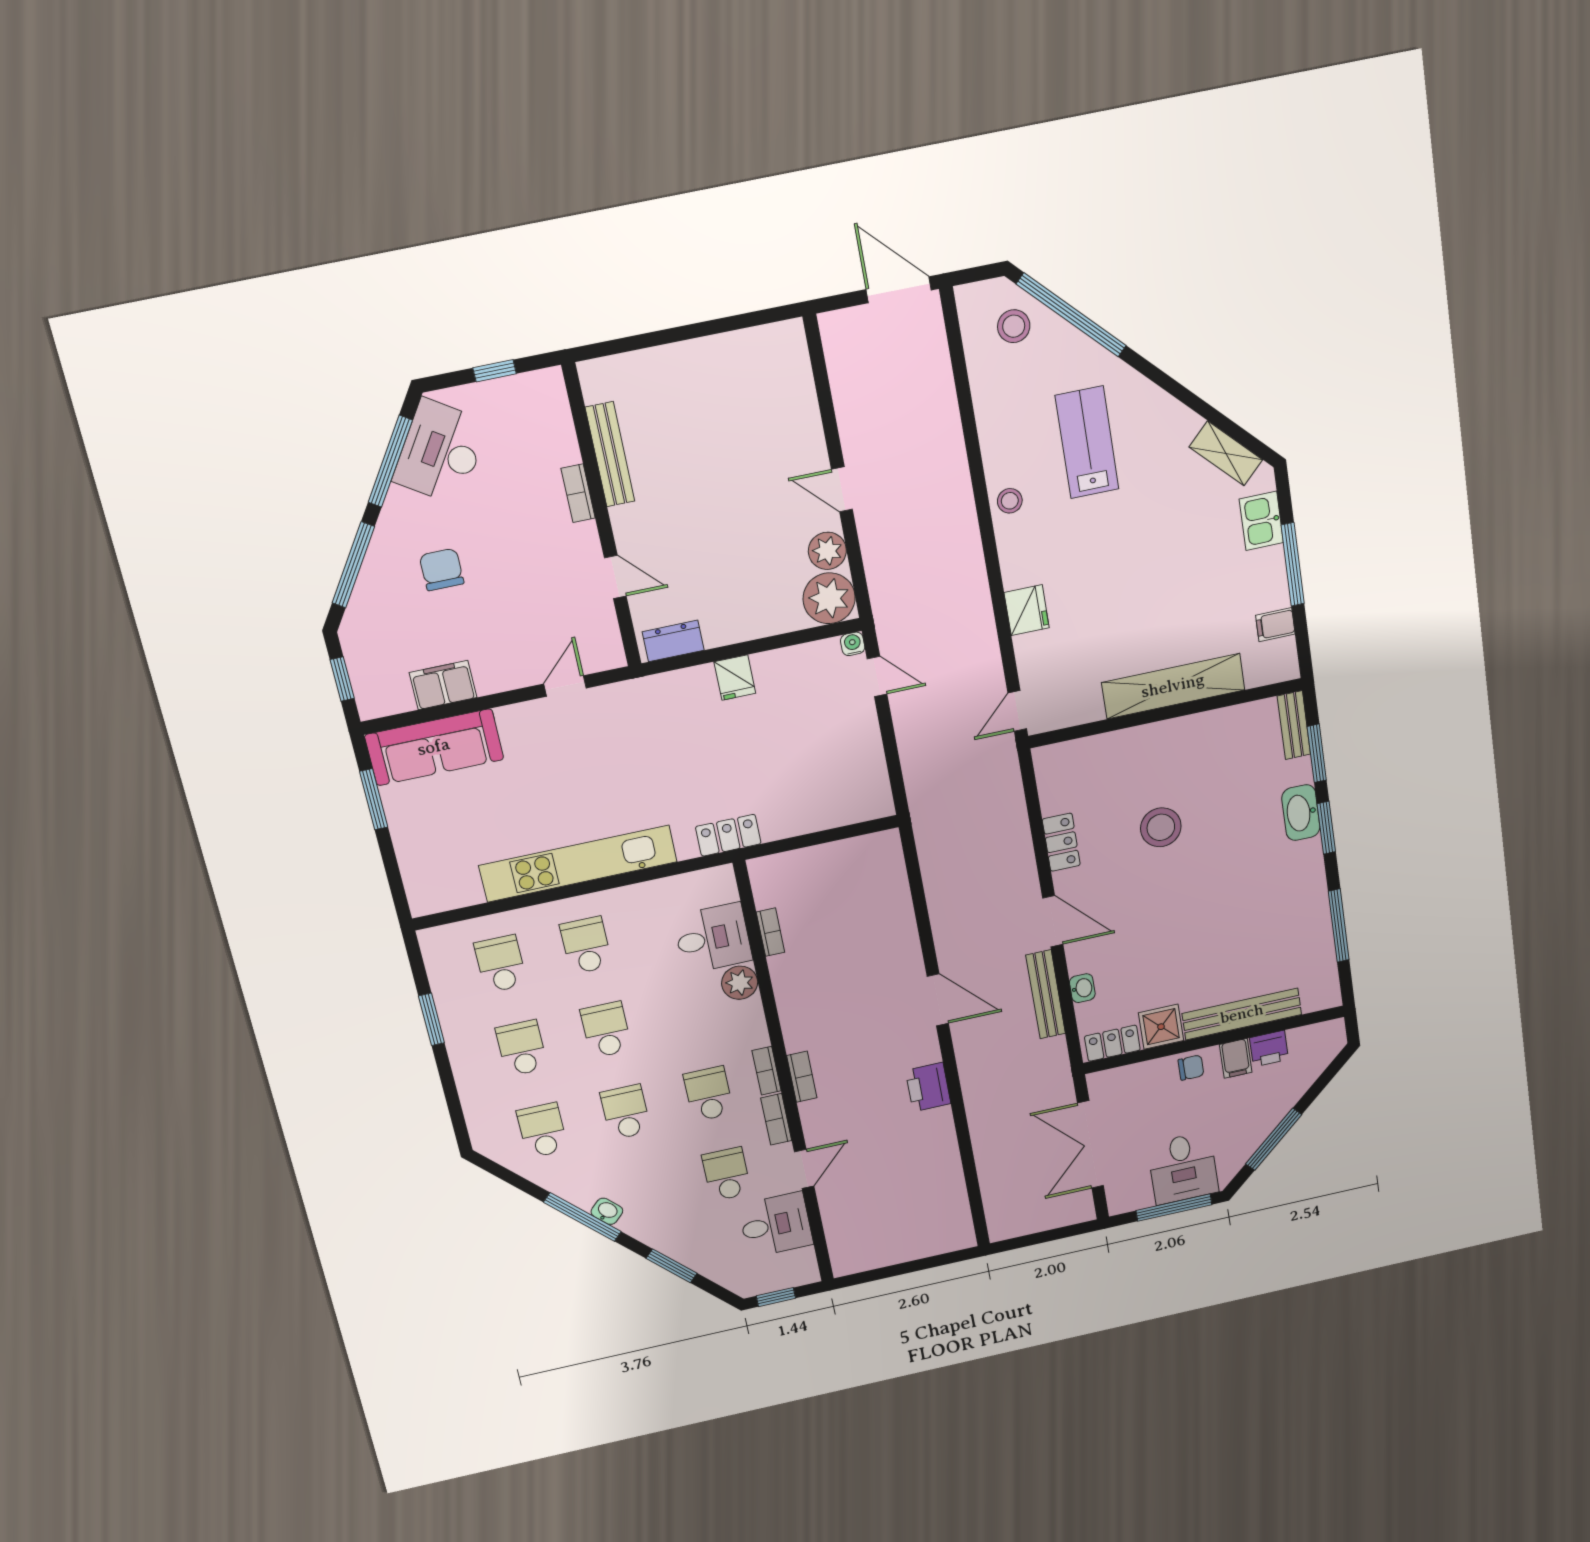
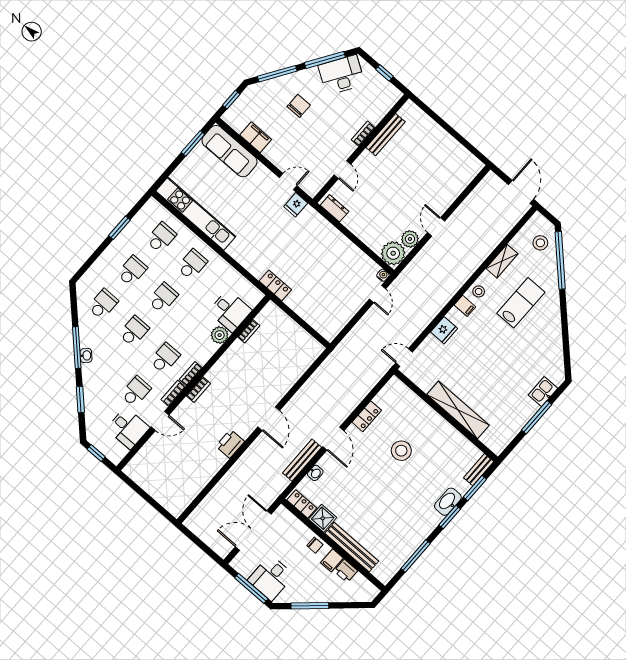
shelving: (1226, 453) -> (502, 261), moved, turned 45
filing cabinet: (1275, 625) -> (465, 306), moved, turned 180
fridge: (735, 678) -> (296, 205), moved
kitchen unit: (578, 864) -> (196, 214), moved

